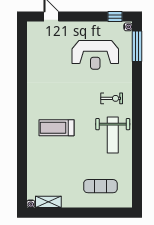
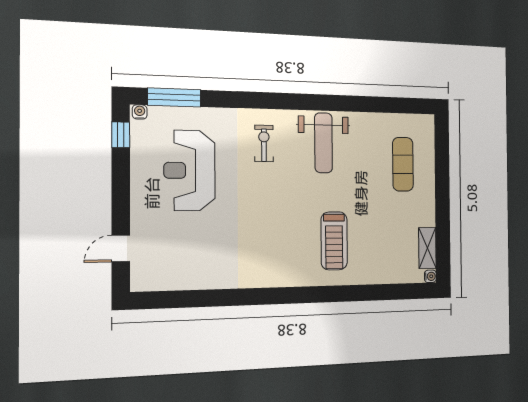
reception desk: (95, 55) -> (190, 170), turned 180
treadmill: (56, 128) -> (334, 241), moved
weight bench: (113, 135) -> (323, 143), turned 90

